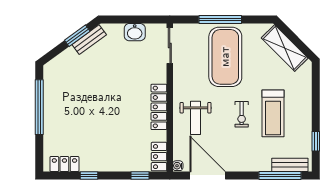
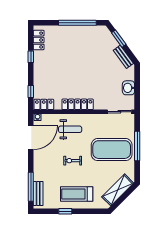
window: (77, 36) -> (119, 39), moved
treadmill: (273, 113) -> (77, 194), moved
weight bench: (196, 118) -> (70, 129), turned 180
window: (316, 141) -> (65, 211), moved

